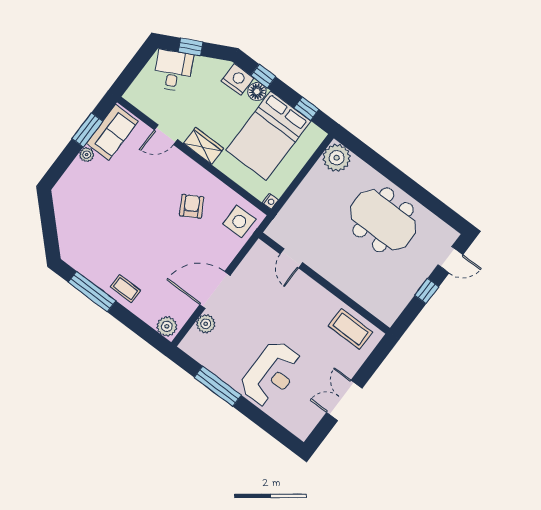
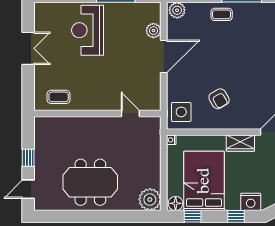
floor lamp: (257, 92) -> (176, 203), moved
coffee table: (351, 329) -> (59, 97), width x0.73, depth x0.77

